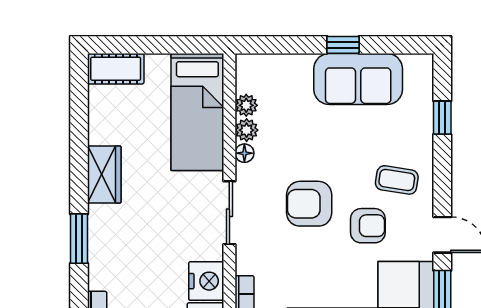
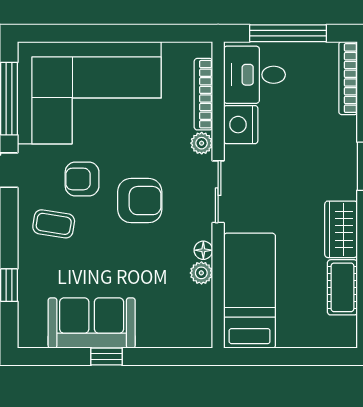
cot: (116, 69) -> (342, 287), moved, turned 90
plant: (246, 105) -> (202, 143), moved

